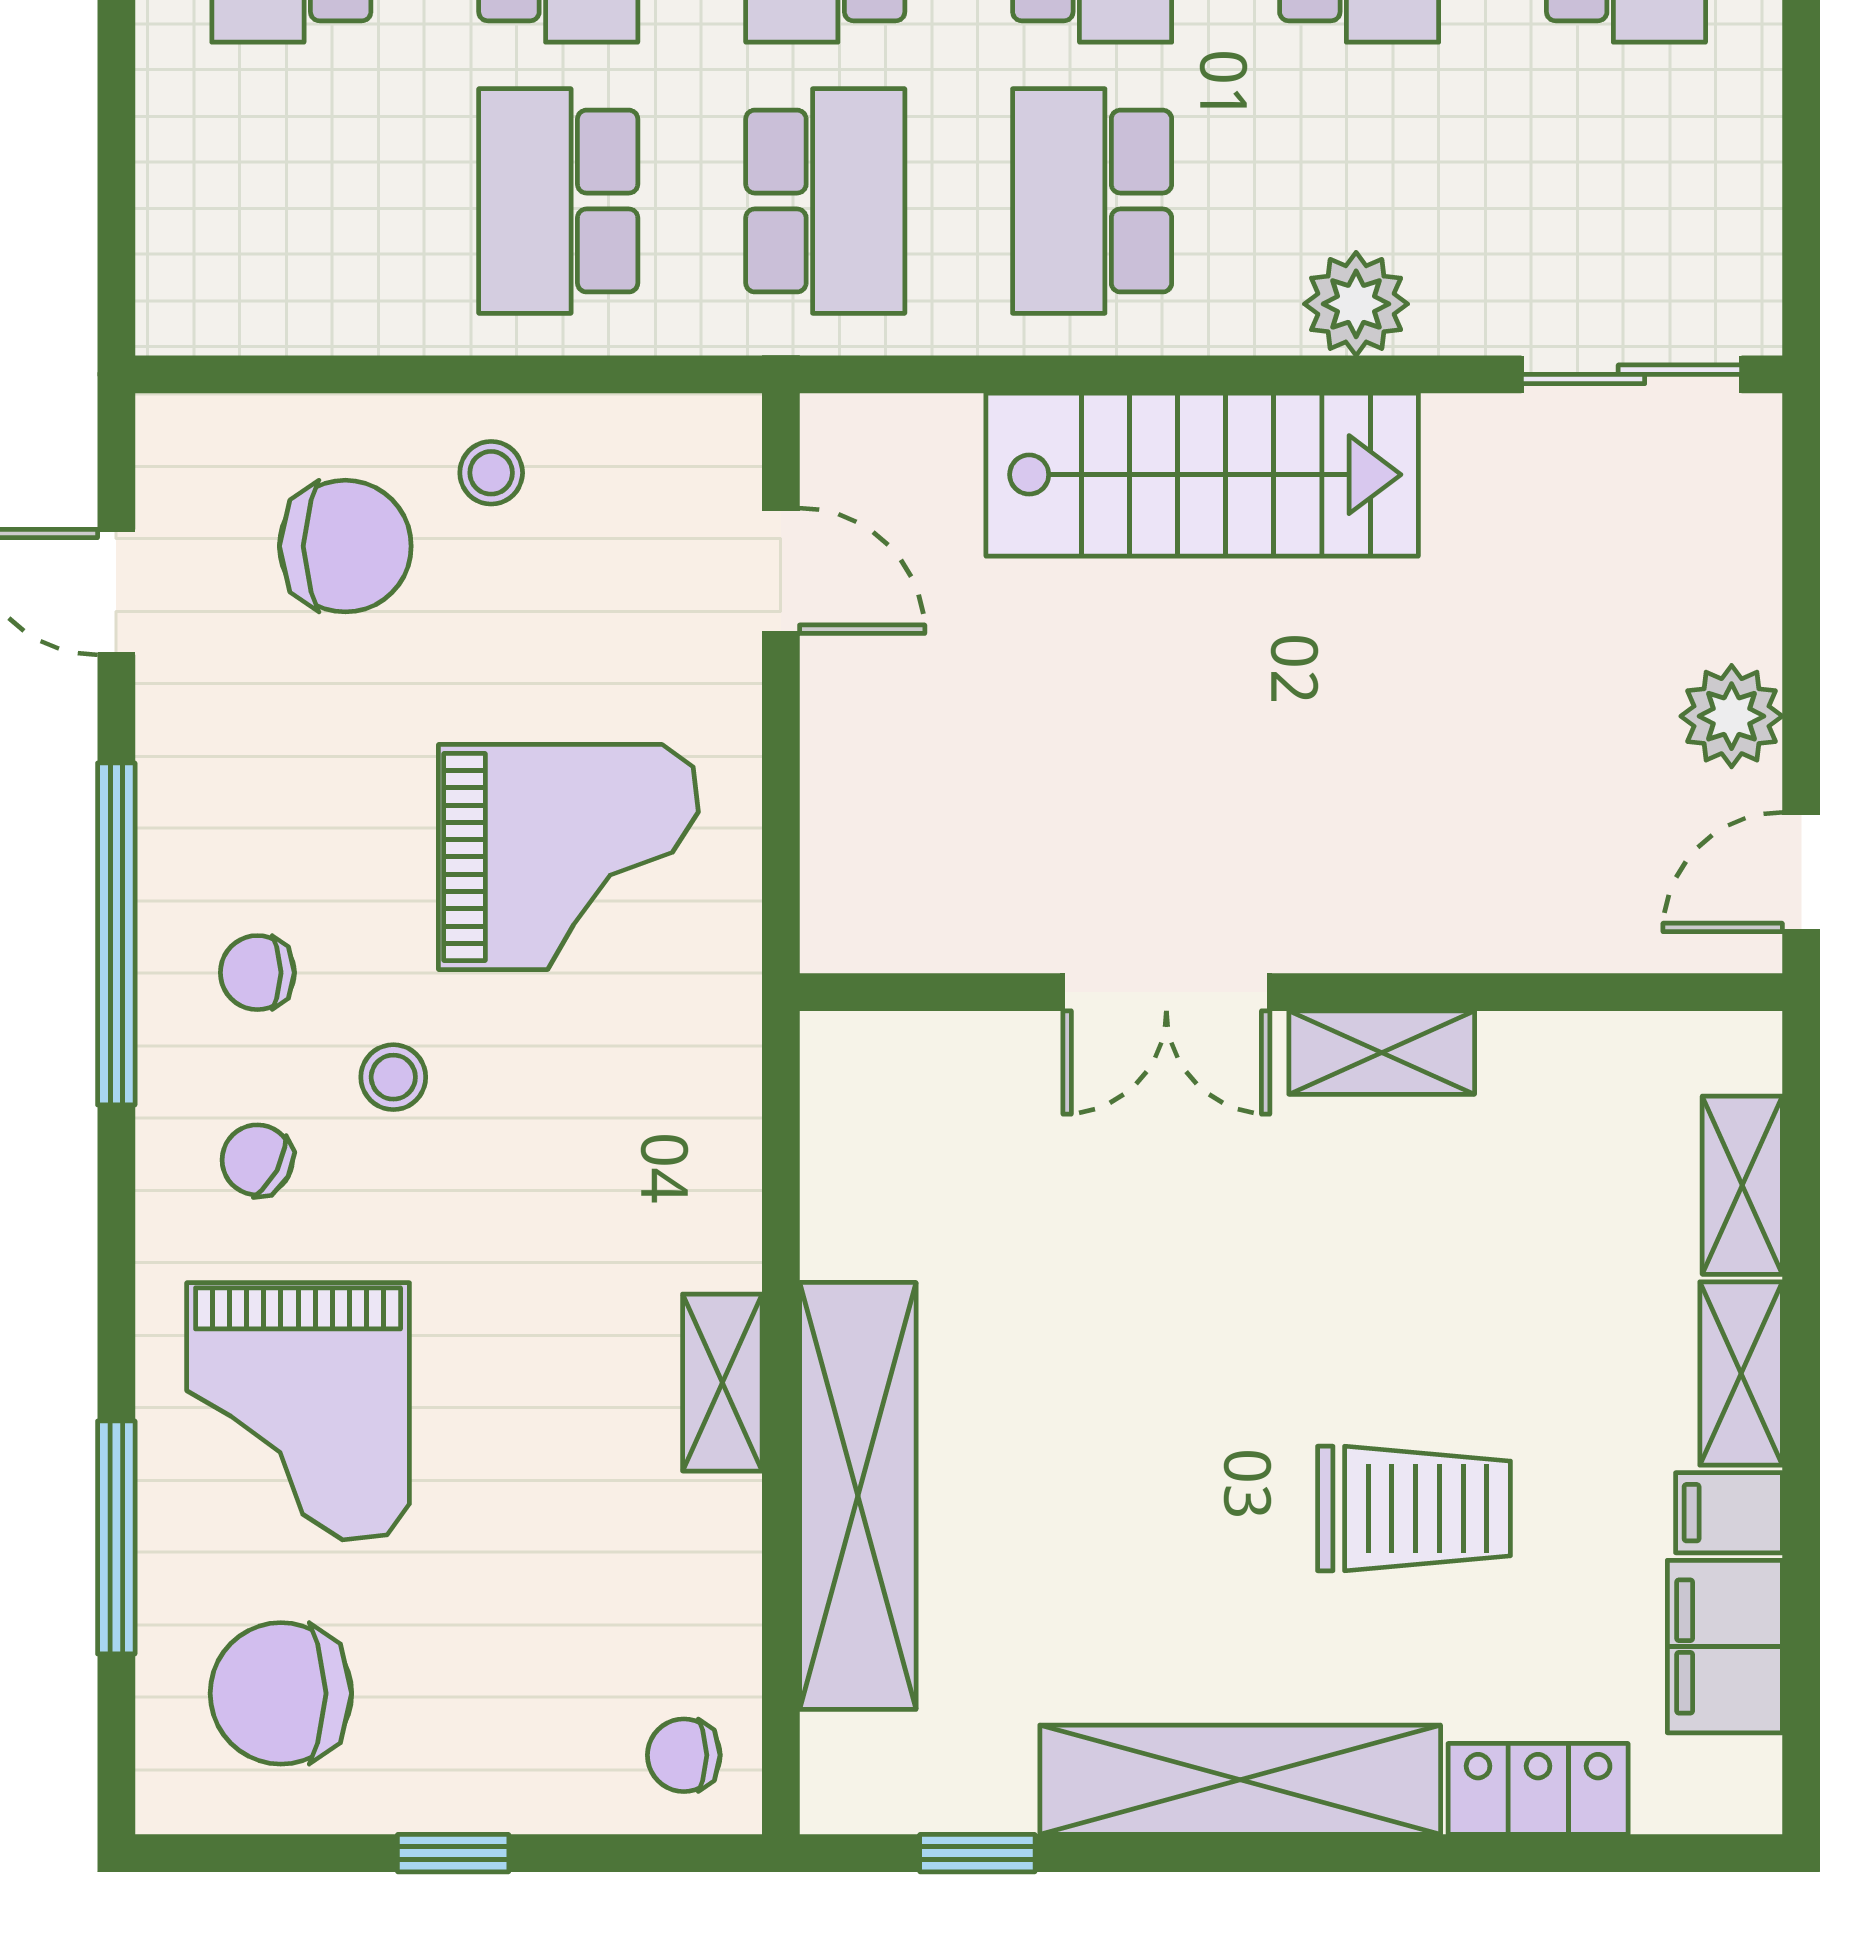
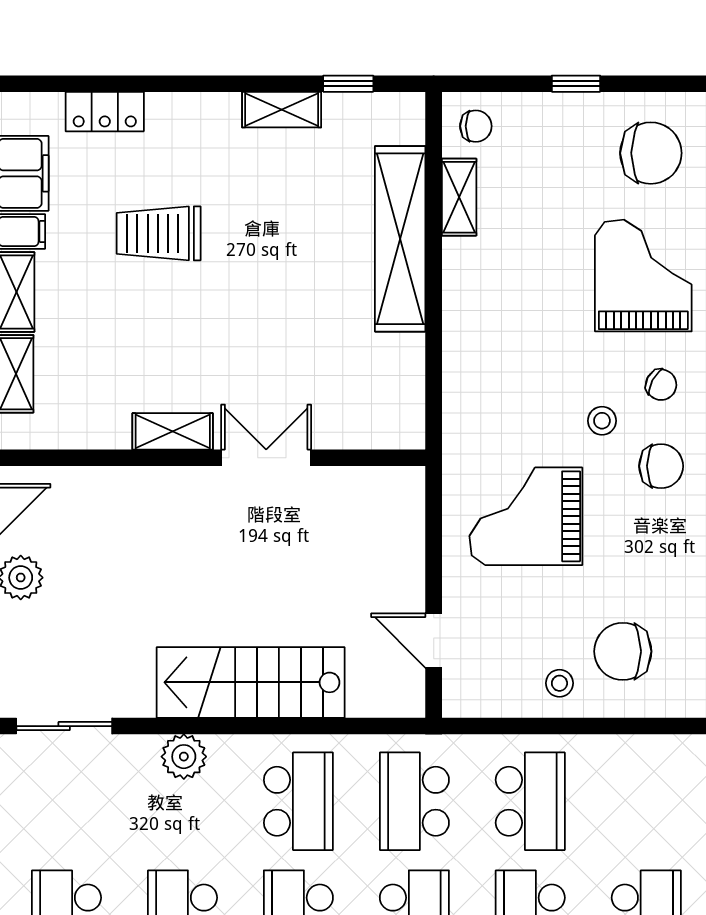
chair: (257, 973) -> (661, 466), width x1.37, depth x1.37
shelving: (722, 1383) -> (459, 197), moved
shelving: (1240, 1780) -> (282, 110), width x0.45, depth x0.75

